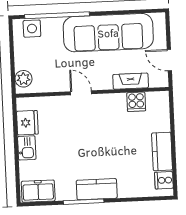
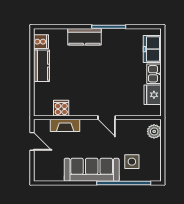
side table: (32, 29) -> (132, 162), moved
sofa: (108, 33) -> (92, 170), width x0.74, depth x0.79
kitchen counter: (97, 189) -> (84, 37), moved
freezer: (38, 191) -> (152, 49), moved, turned 90

